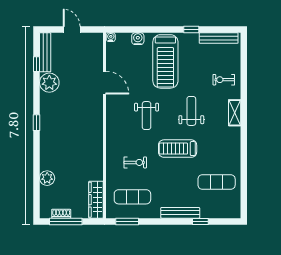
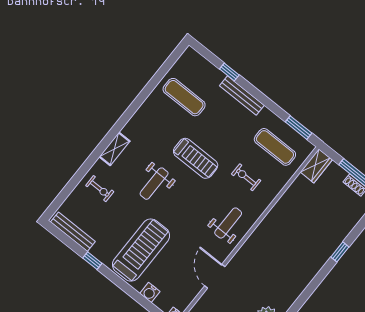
weight bench: (147, 116) -> (228, 223), moved
window: (36, 123) -> (340, 252), moved
plant: (47, 178) -> (342, 229), removed
wardrobe: (96, 200) -> (316, 166), width x0.67

